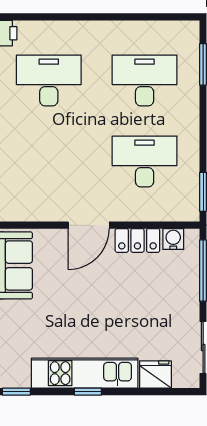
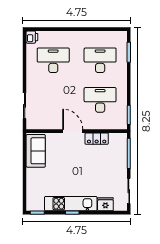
door: (89, 225) -> (73, 131), swing flipped
water cooler: (173, 239) -> (114, 138), removed

